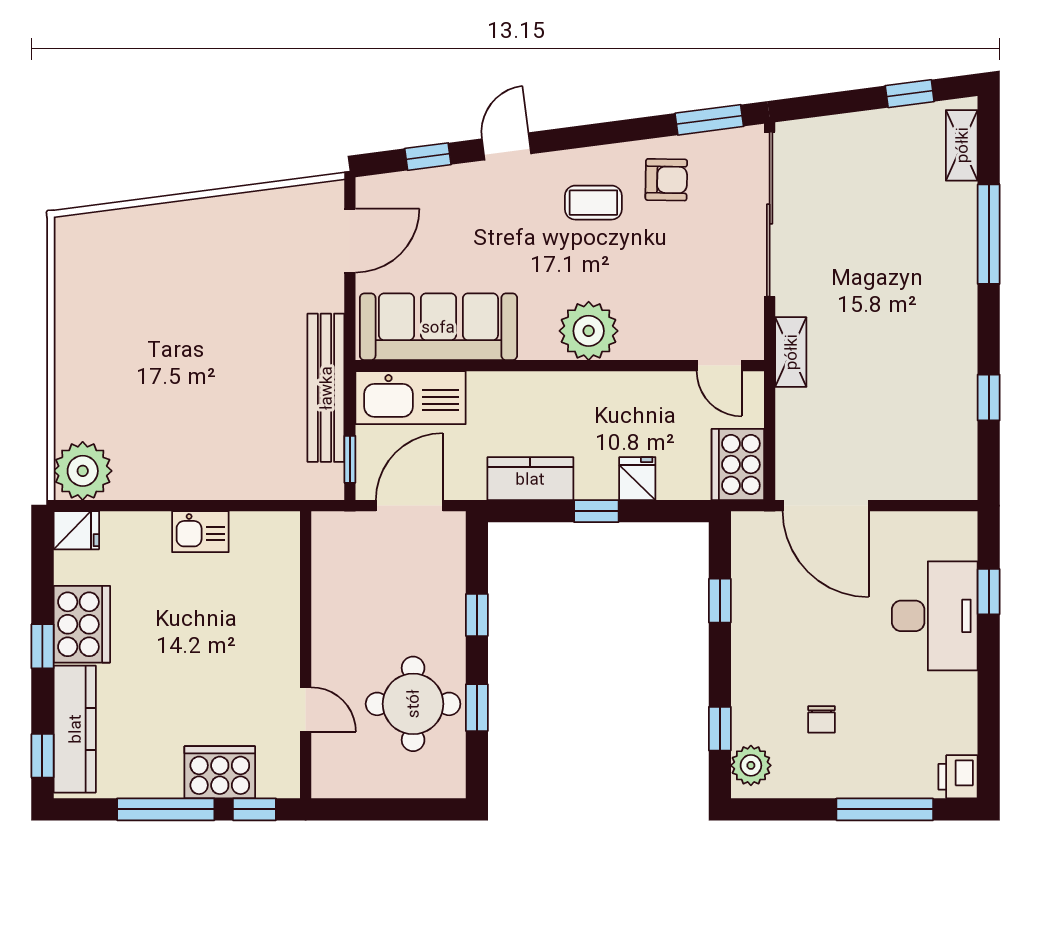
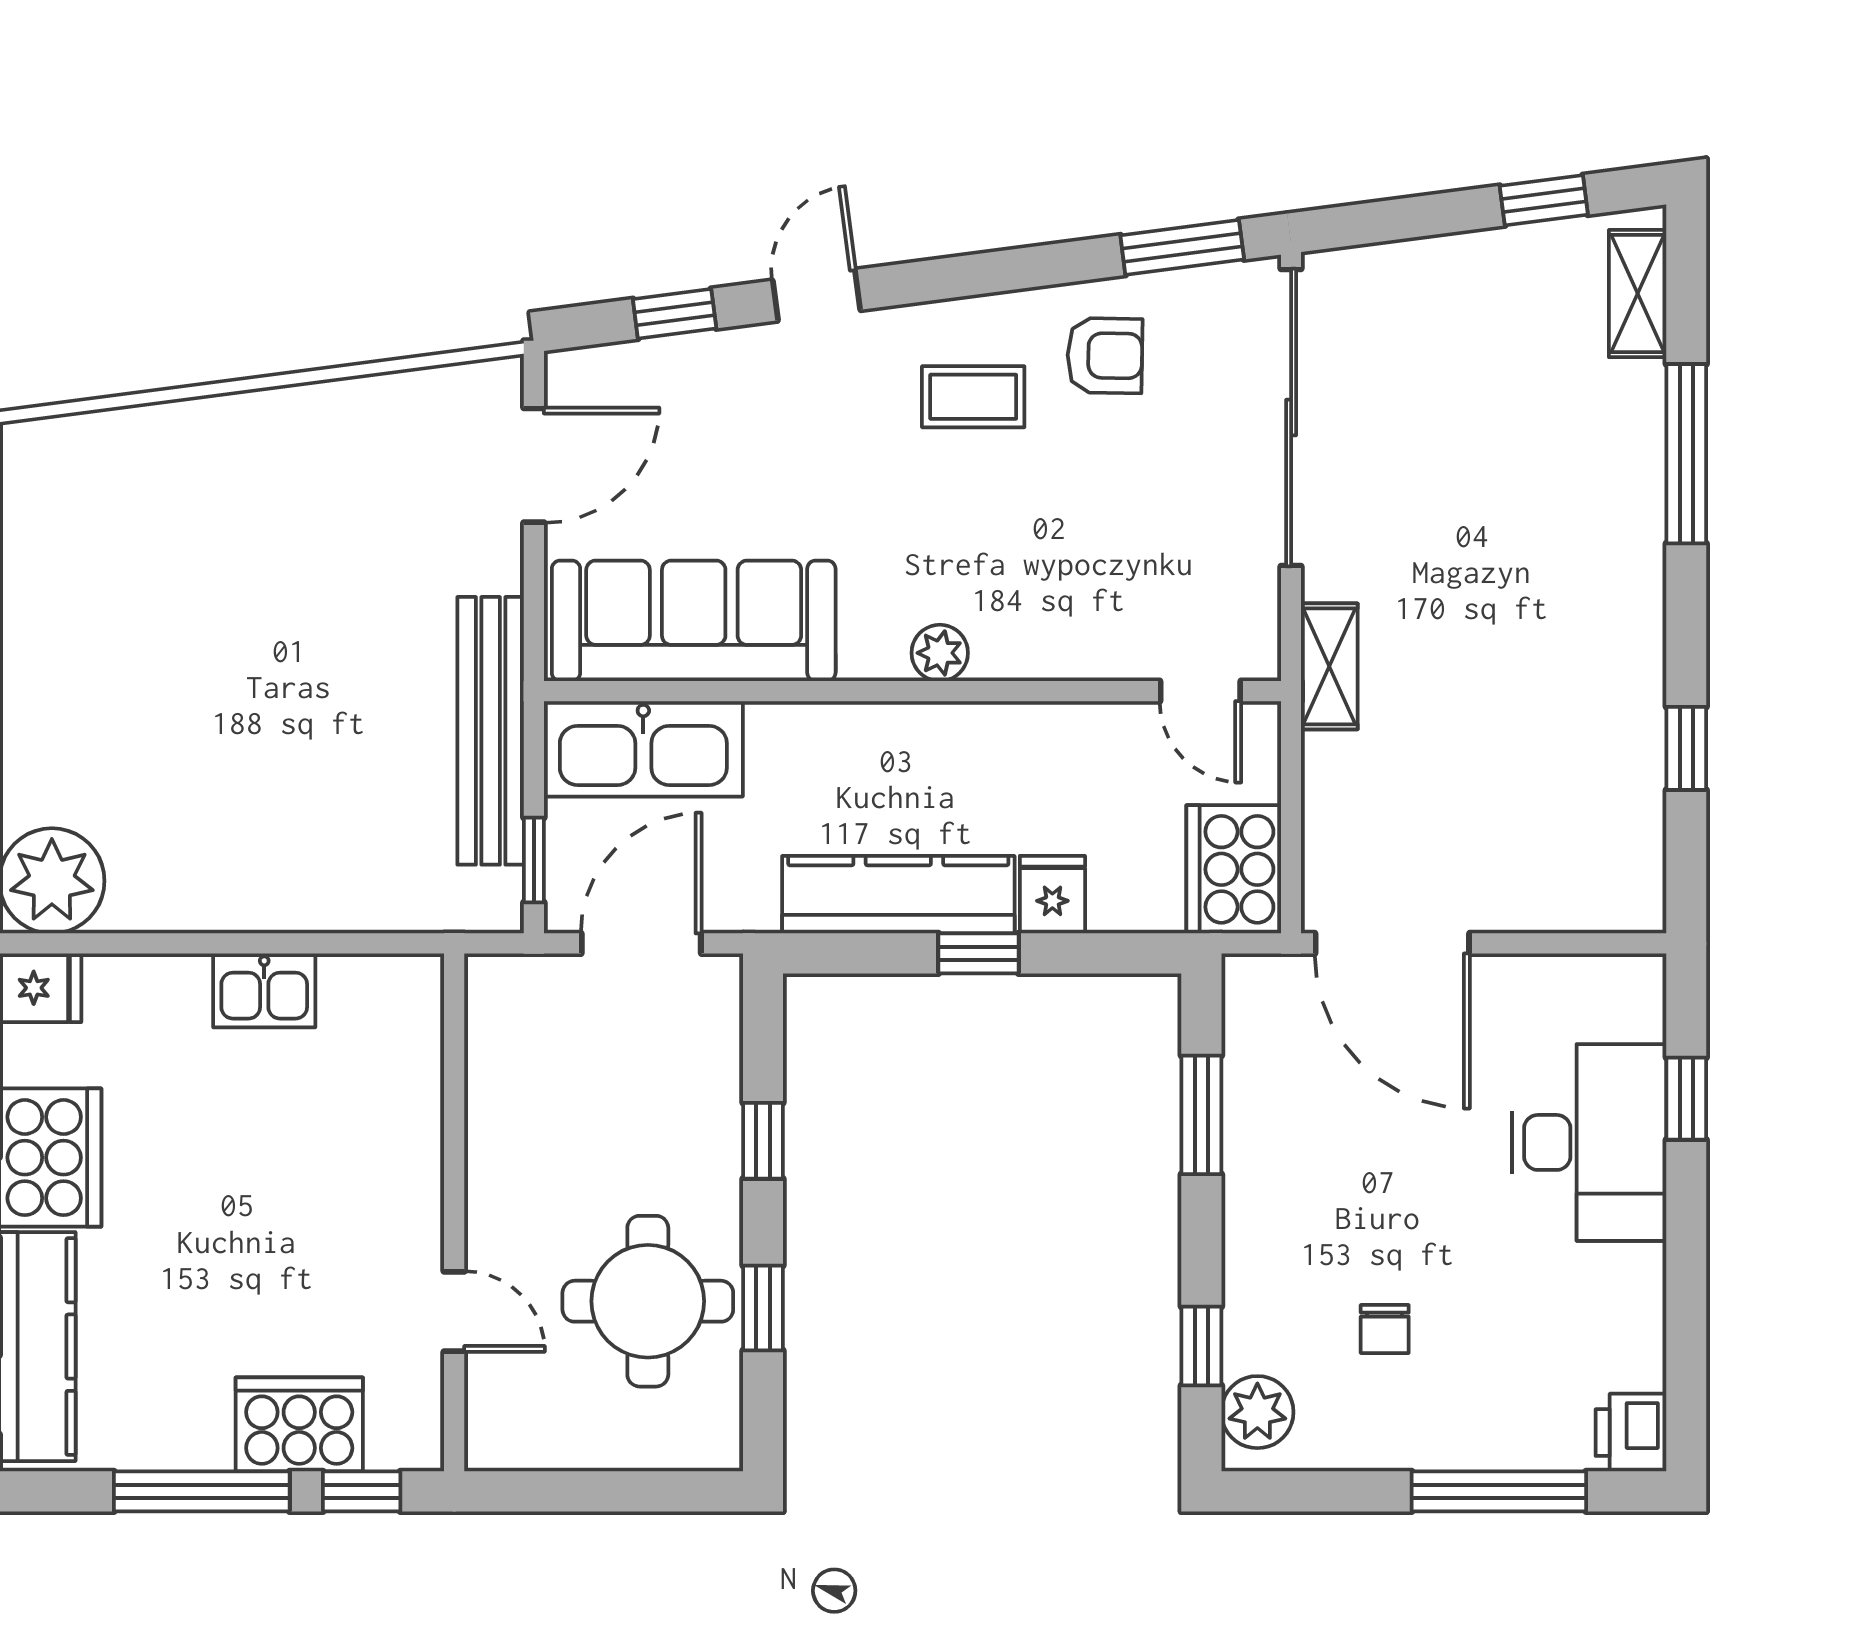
plant: (589, 331) -> (940, 653), width x0.53, depth x0.53
kitchen counter: (530, 479) -> (898, 895), width x1.50
window: (720, 601) -> (1201, 1115), width x1.50

